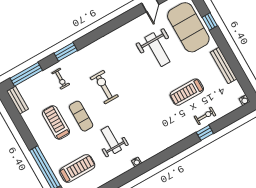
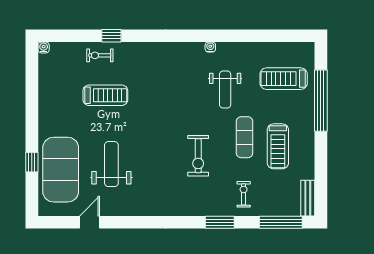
bench: (224, 65) -> (45, 102), removed

